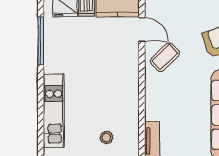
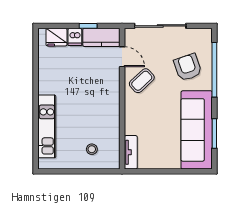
window: (41, 41) -> (36, 67), removed

